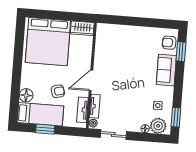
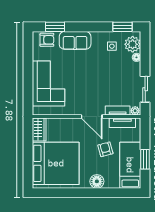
corner sofa: (126, 41) -> (49, 83), added
armchair: (169, 43) -> (47, 40), turned -90
floor lamp: (26, 95) -> (97, 181), moved

